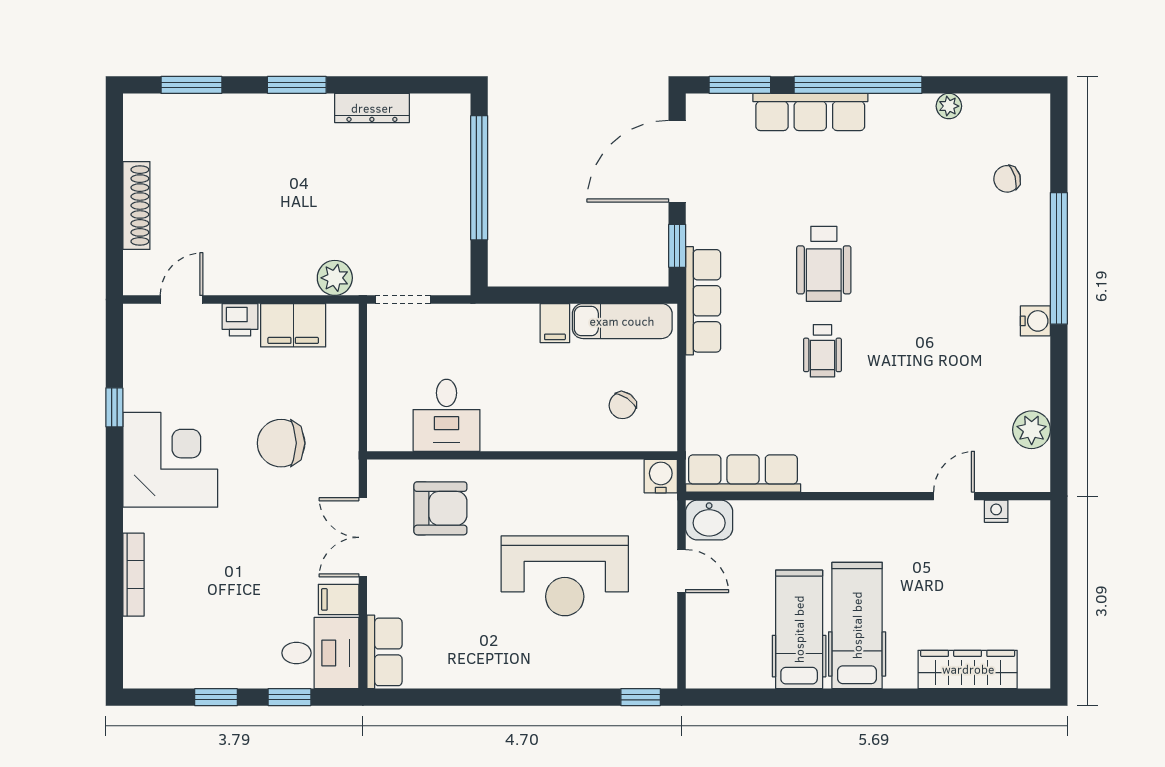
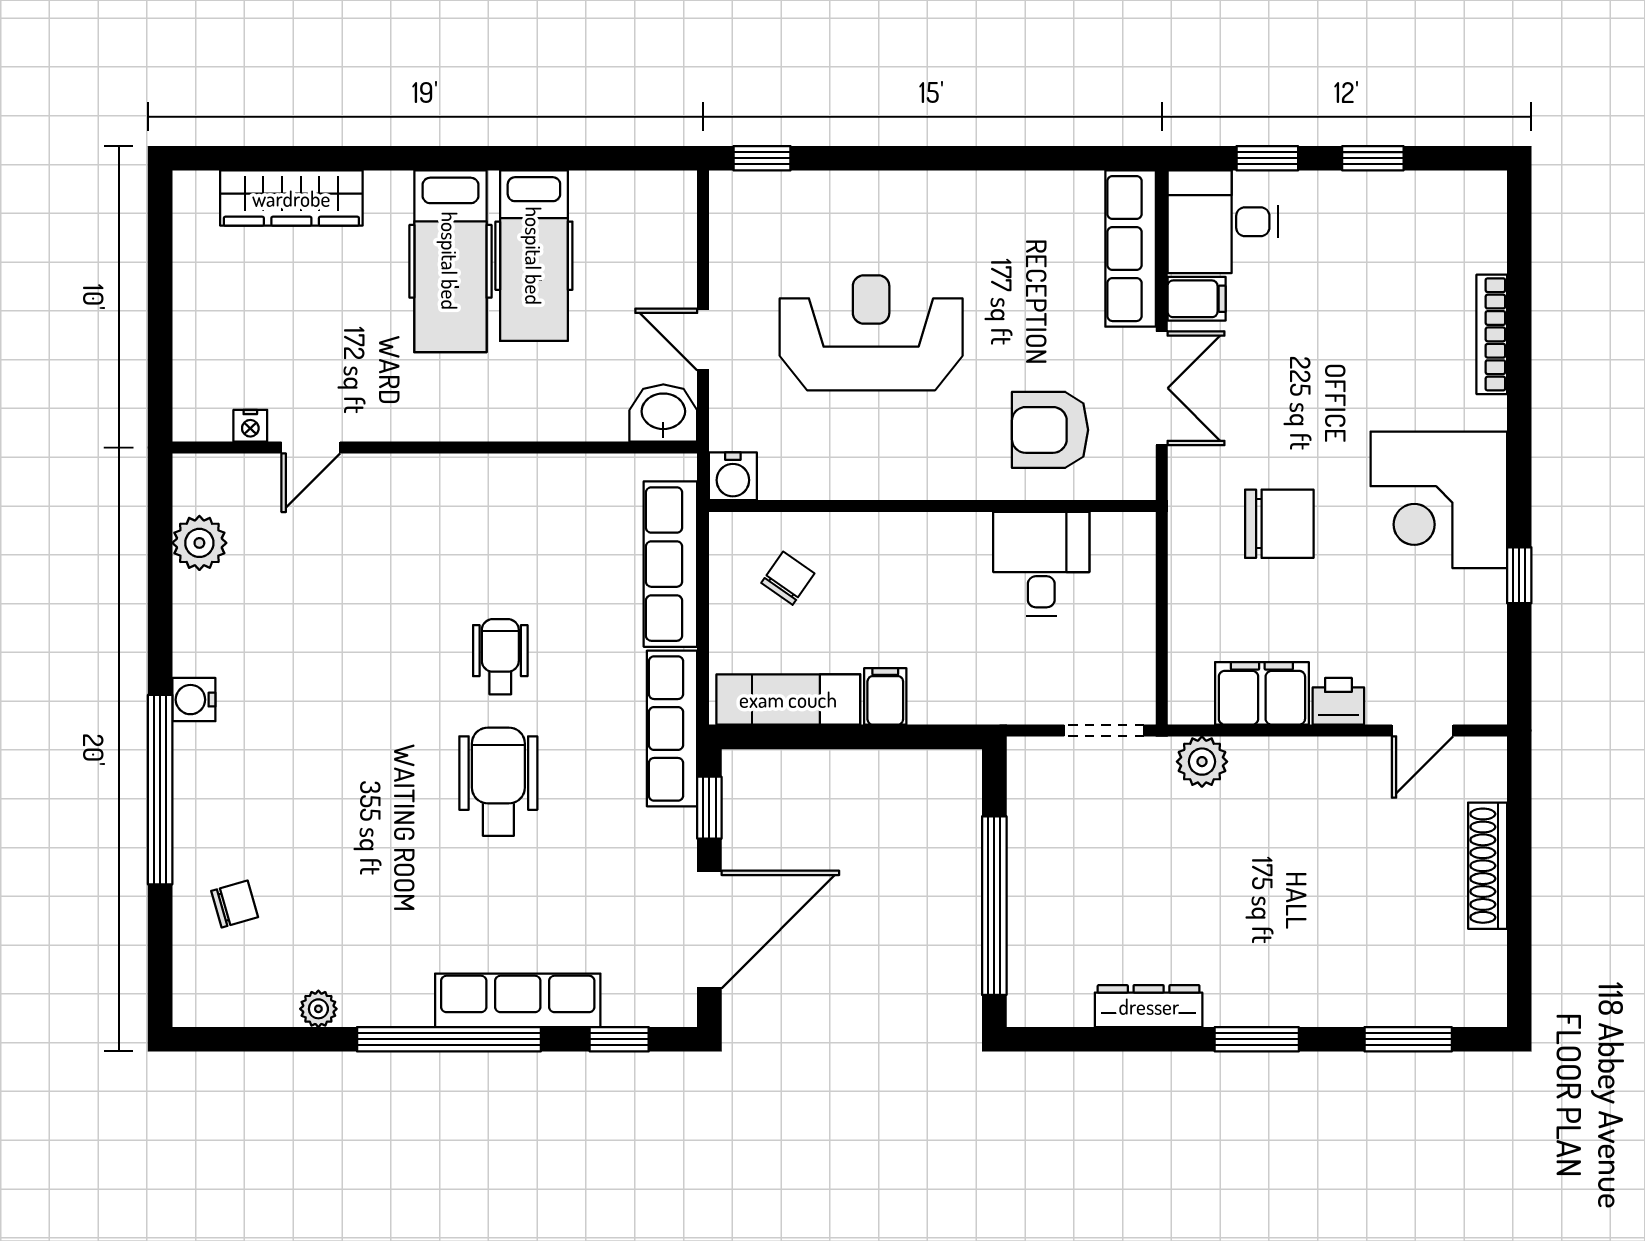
window: (740, 85) -> (619, 1039), width x0.67
row of seats: (743, 473) -> (670, 564), moved, turned 90
row of seats: (384, 652) -> (1131, 249), width x1.48

